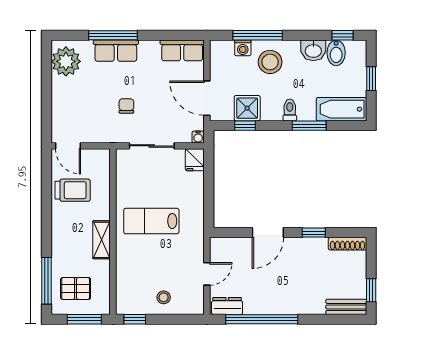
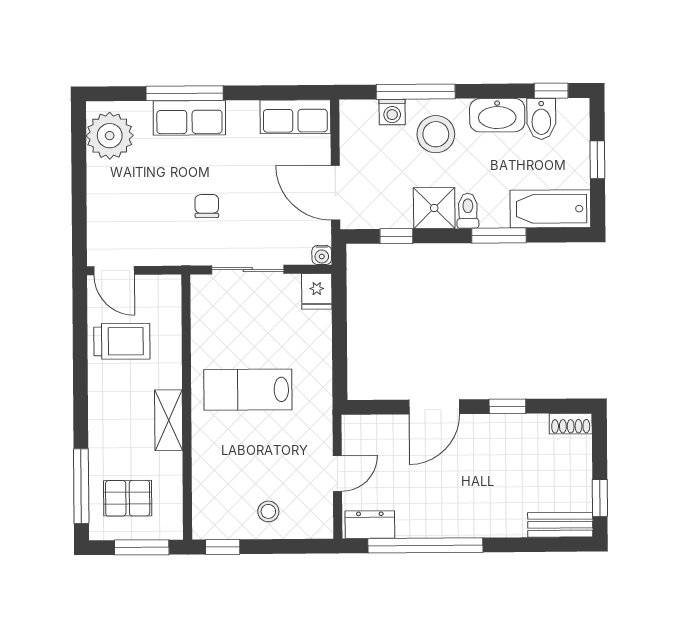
washbasin: (313, 50) -> (497, 115), width x1.38
shower: (247, 108) -> (434, 208), moved
shoe rack: (347, 244) -> (571, 424), width x0.70

